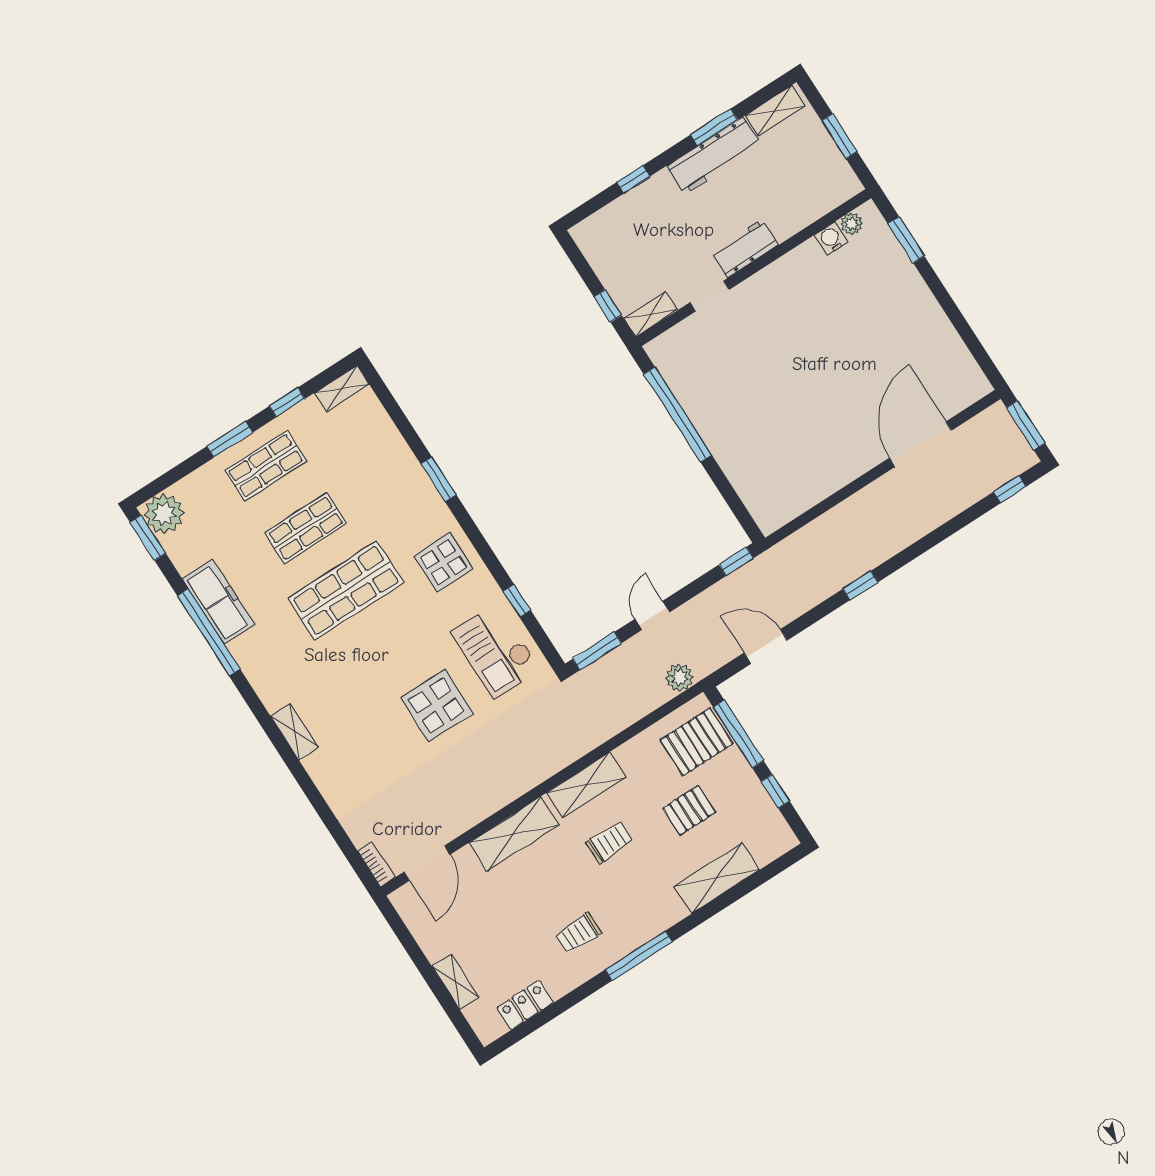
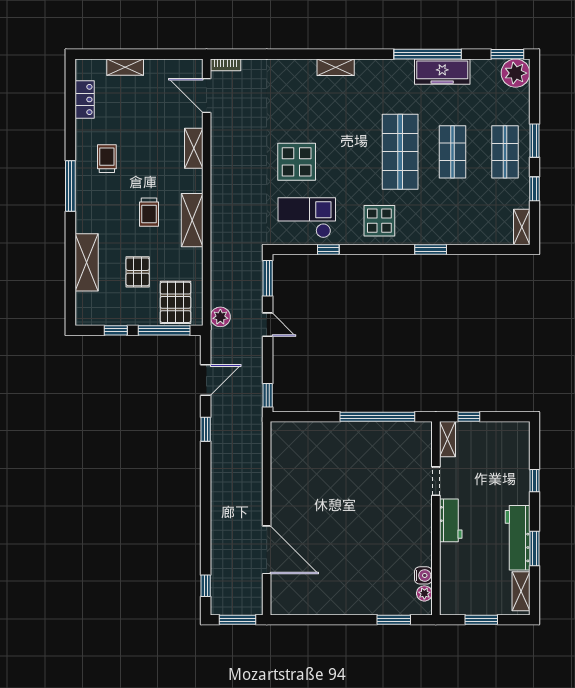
window: (860, 586) -> (206, 429), moved
shelving: (514, 834) -> (194, 148), width x0.67, depth x0.75

